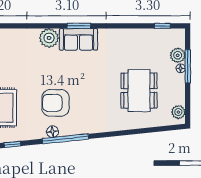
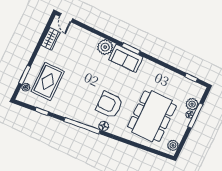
dining table: (139, 91) -> (152, 116), width x1.36, depth x1.24
armchair: (56, 103) -> (109, 105), moved
floor lamp: (53, 132) -> (104, 126), moved

